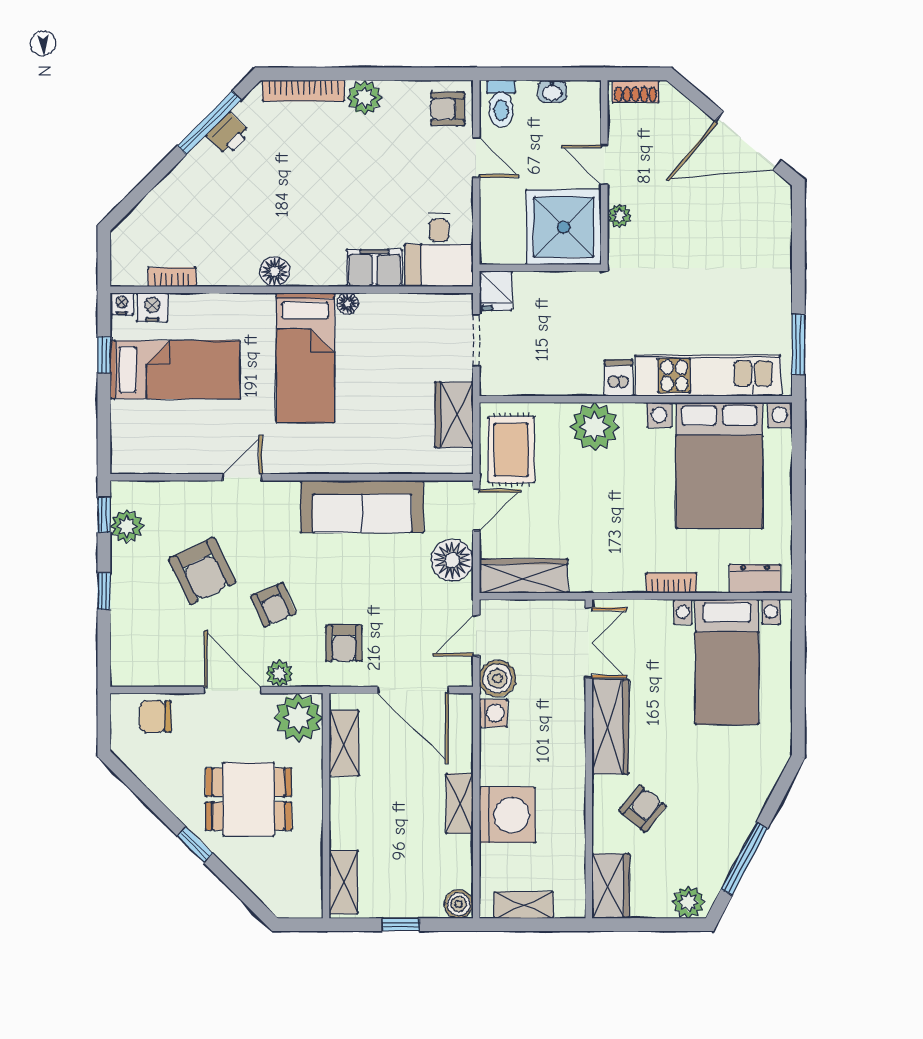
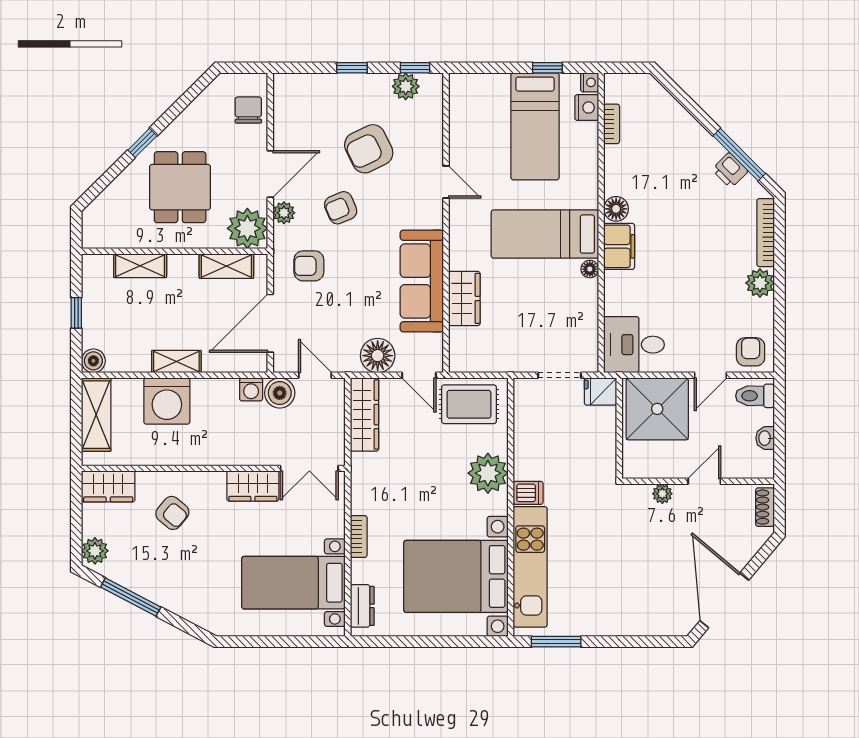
shower: (564, 227) -> (657, 409), moved
filing cabinet: (375, 268) -> (619, 246), moved
wardrobe: (454, 415) -> (464, 298), moved, turned 90
wardrobe: (610, 727) -> (253, 486), width x0.67
shelving: (344, 882) -> (140, 266), moved
shelving: (524, 905) -> (96, 415), width x1.50, depth x1.33

